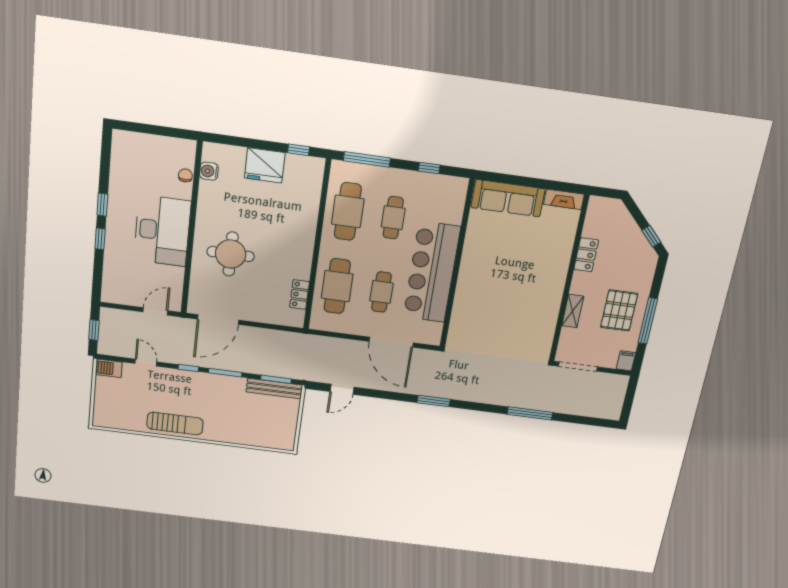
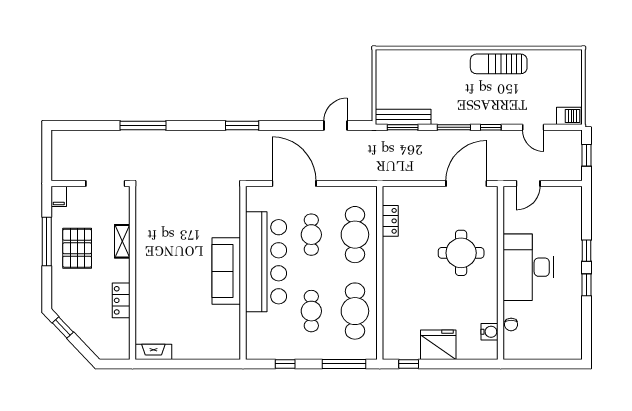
sofa: (508, 198) -> (226, 271), moved, turned -90

